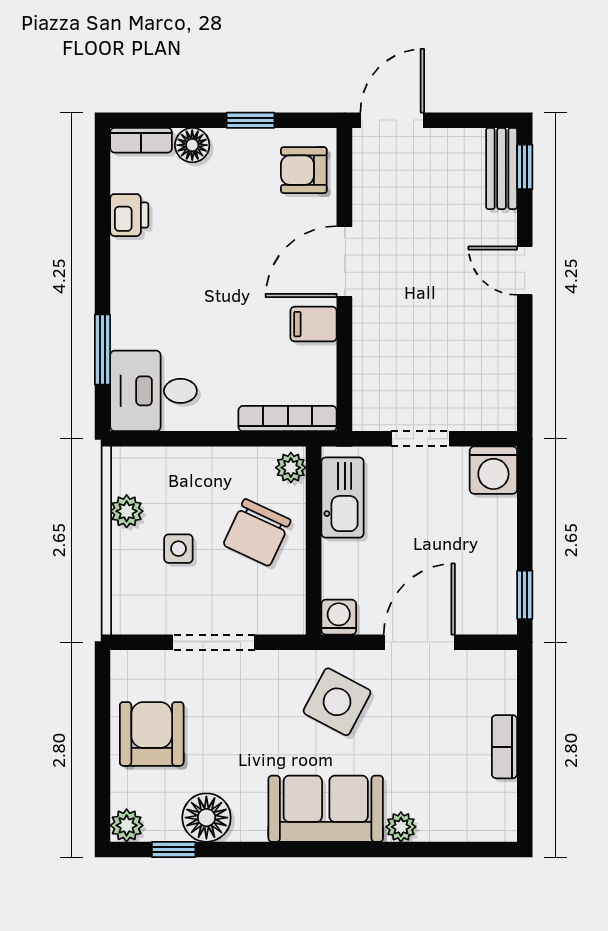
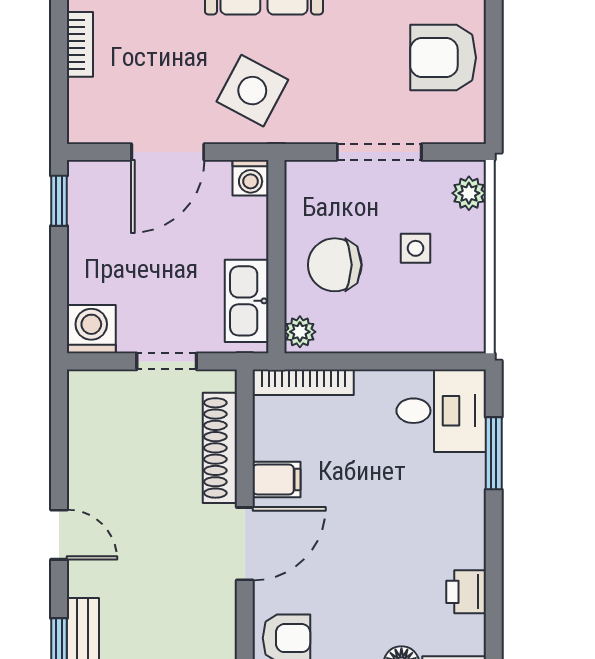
shoe rack: (369, 355) -> (220, 448), added
plant: (127, 511) -> (469, 193), moved
chair: (257, 533) -> (335, 265), turned -115
armchair: (152, 734) -> (443, 58), turned 90

